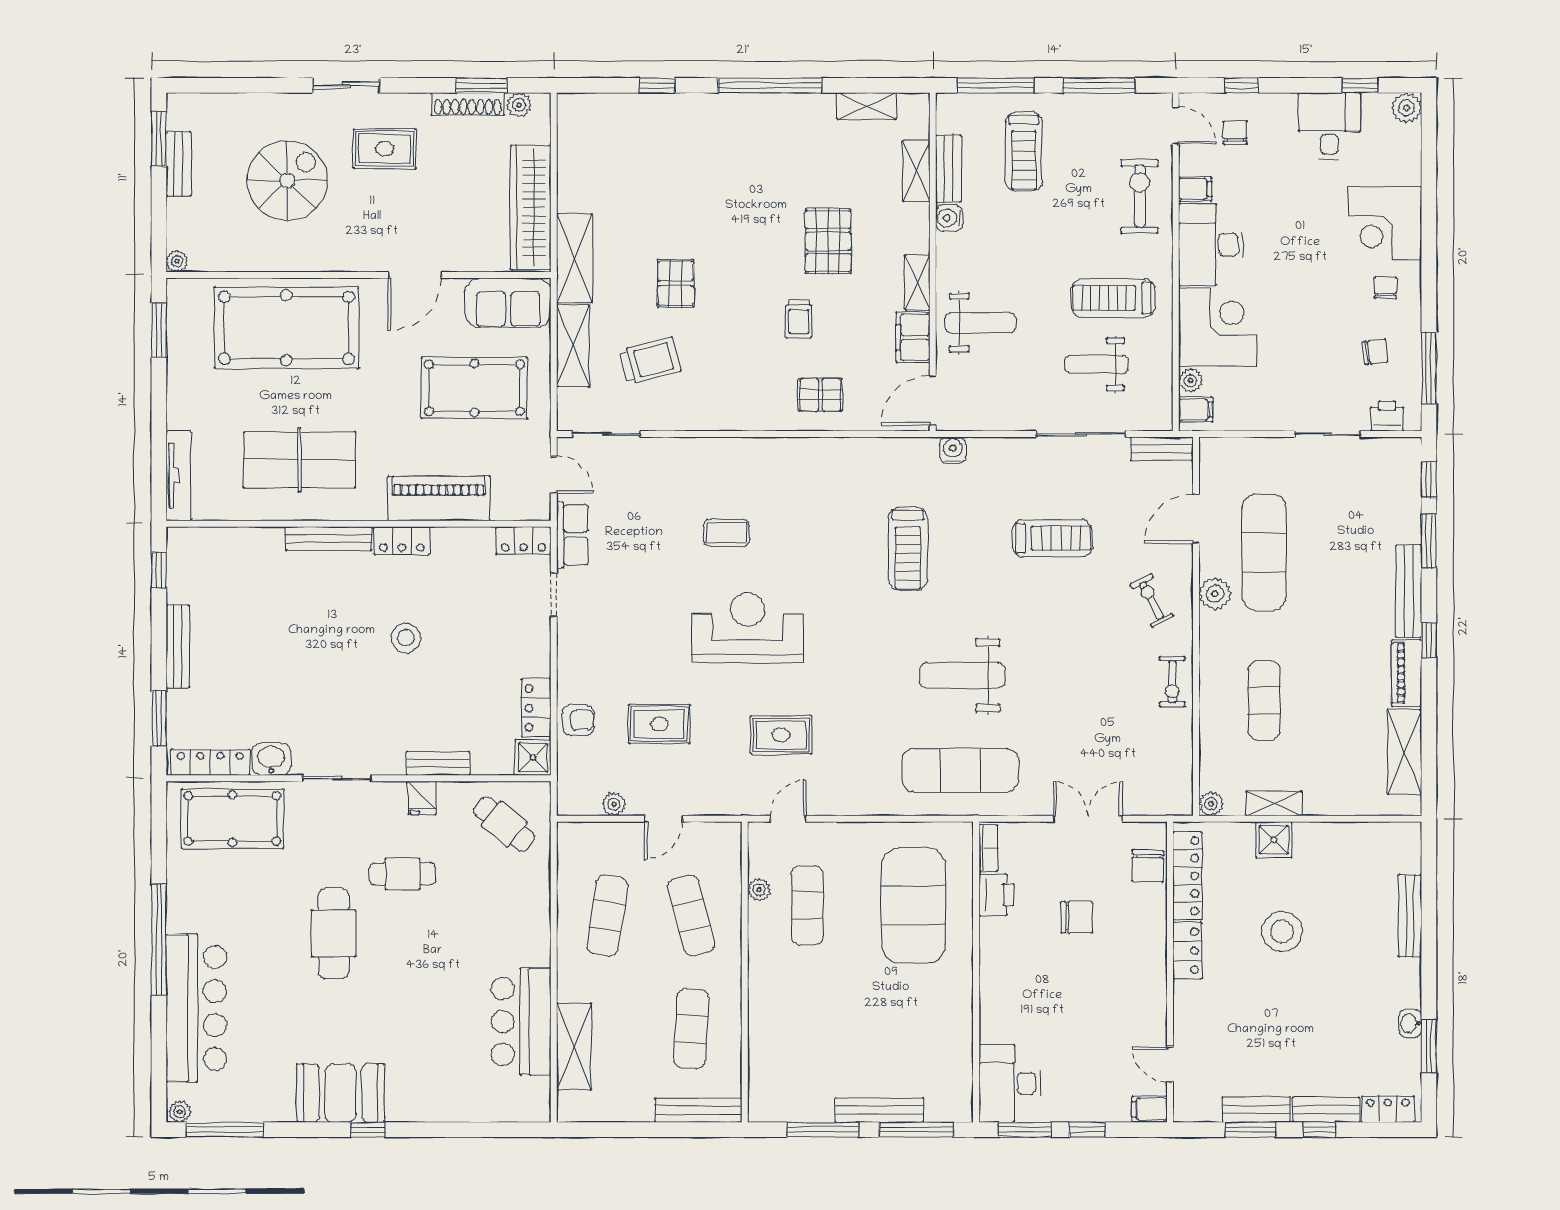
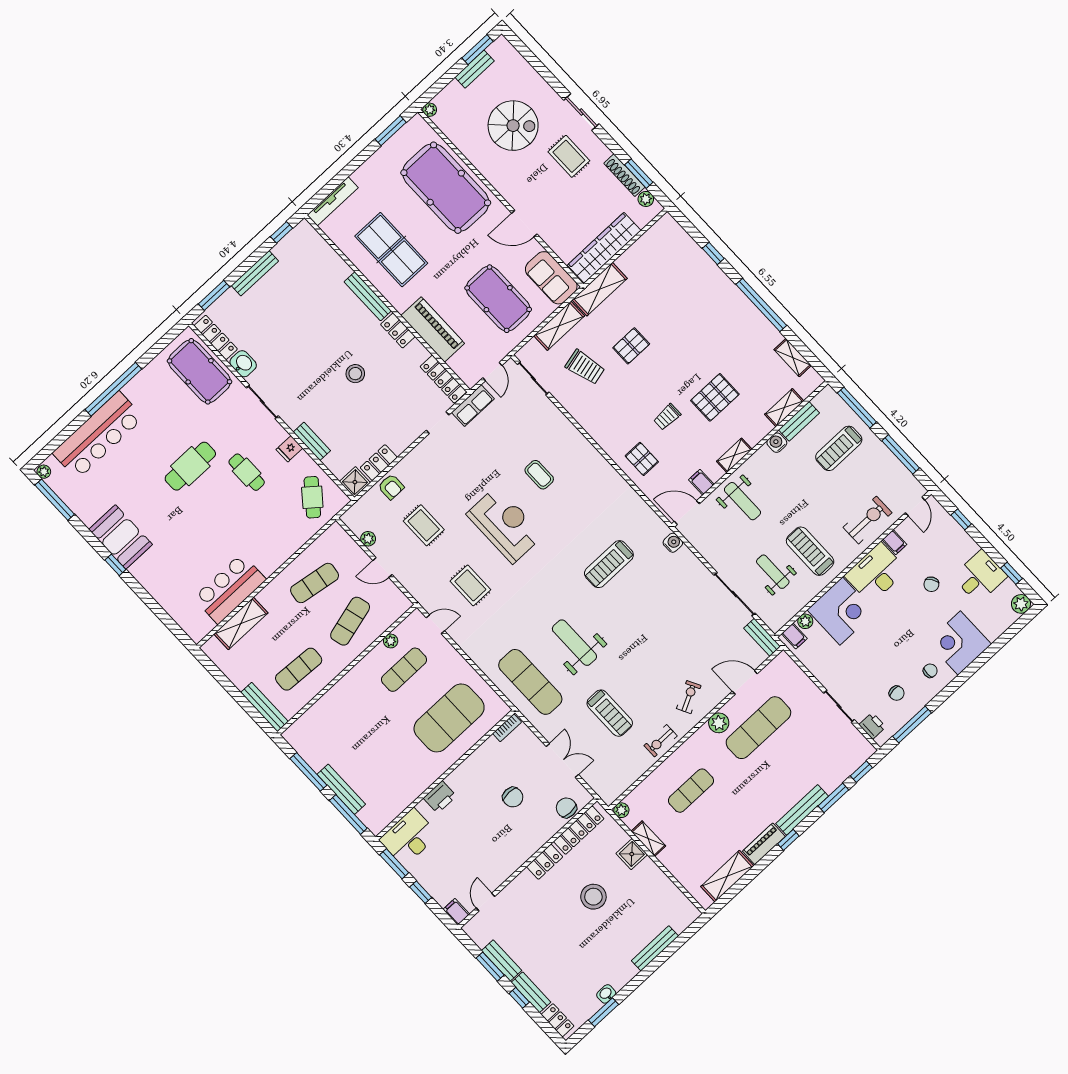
chair: (1235, 133) -> (931, 584), moved, turned 146
filing cabinet: (913, 338) -> (701, 482), width x0.50
treadmill: (1052, 538) -> (610, 713), moved
locker: (523, 540) -> (443, 379), width x1.53
chair: (1148, 866) -> (566, 808), turned 88
printer: (996, 895) -> (440, 797), moved

